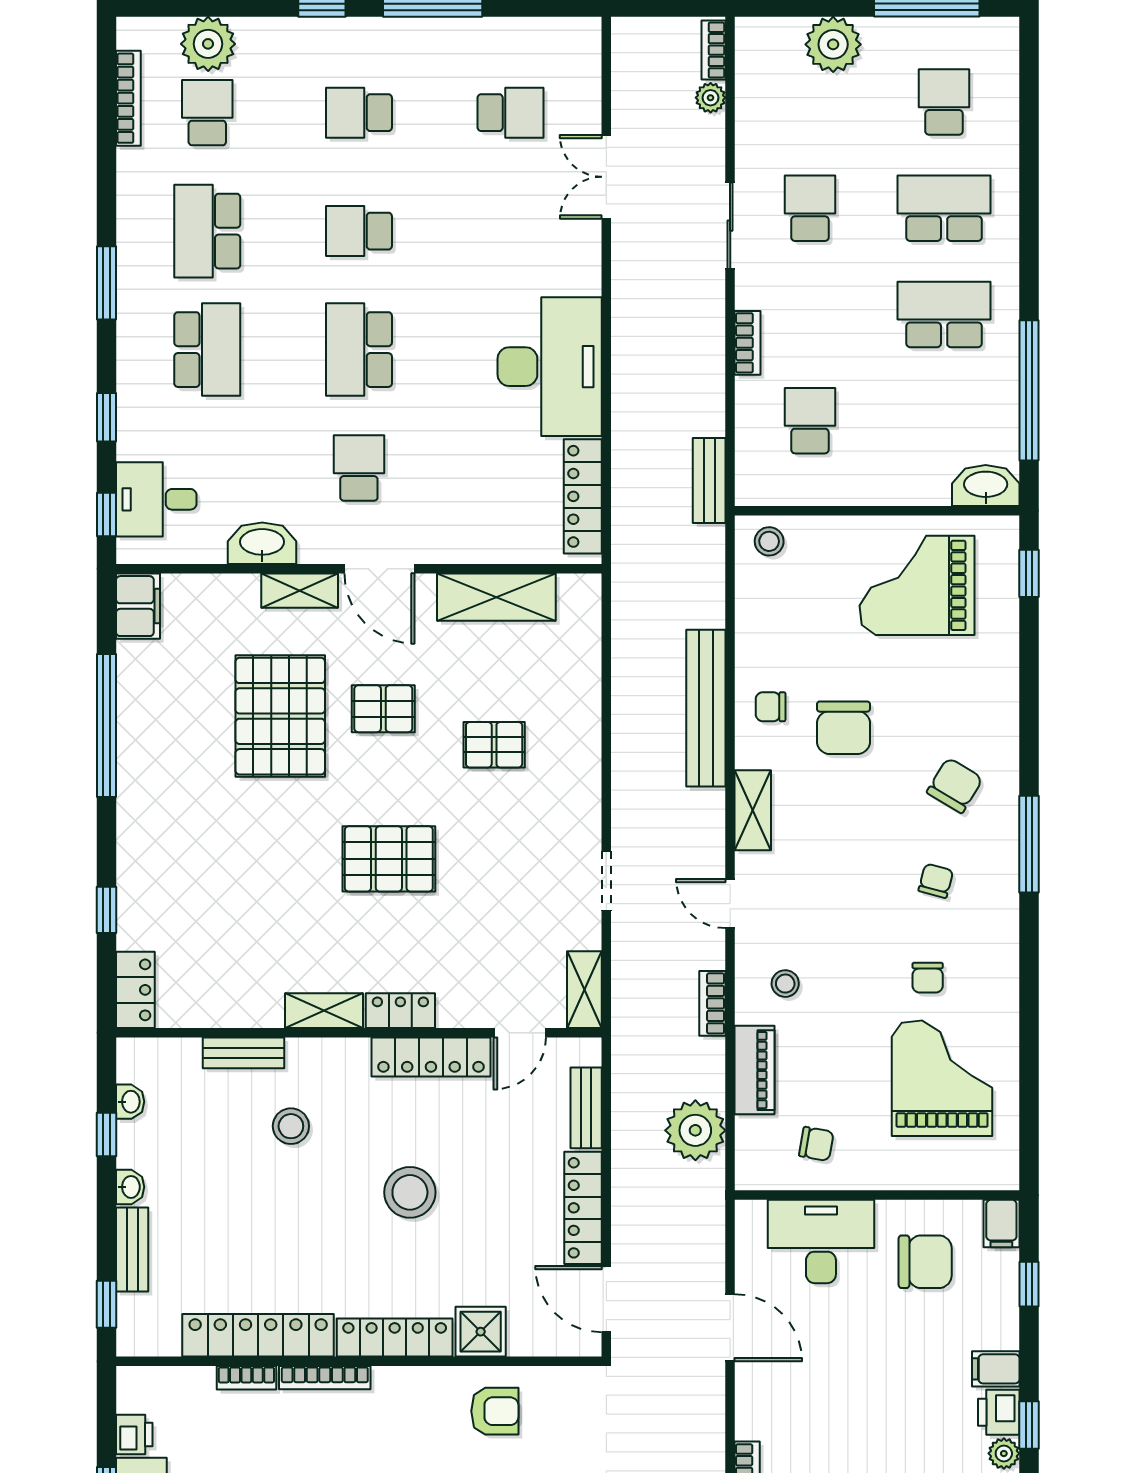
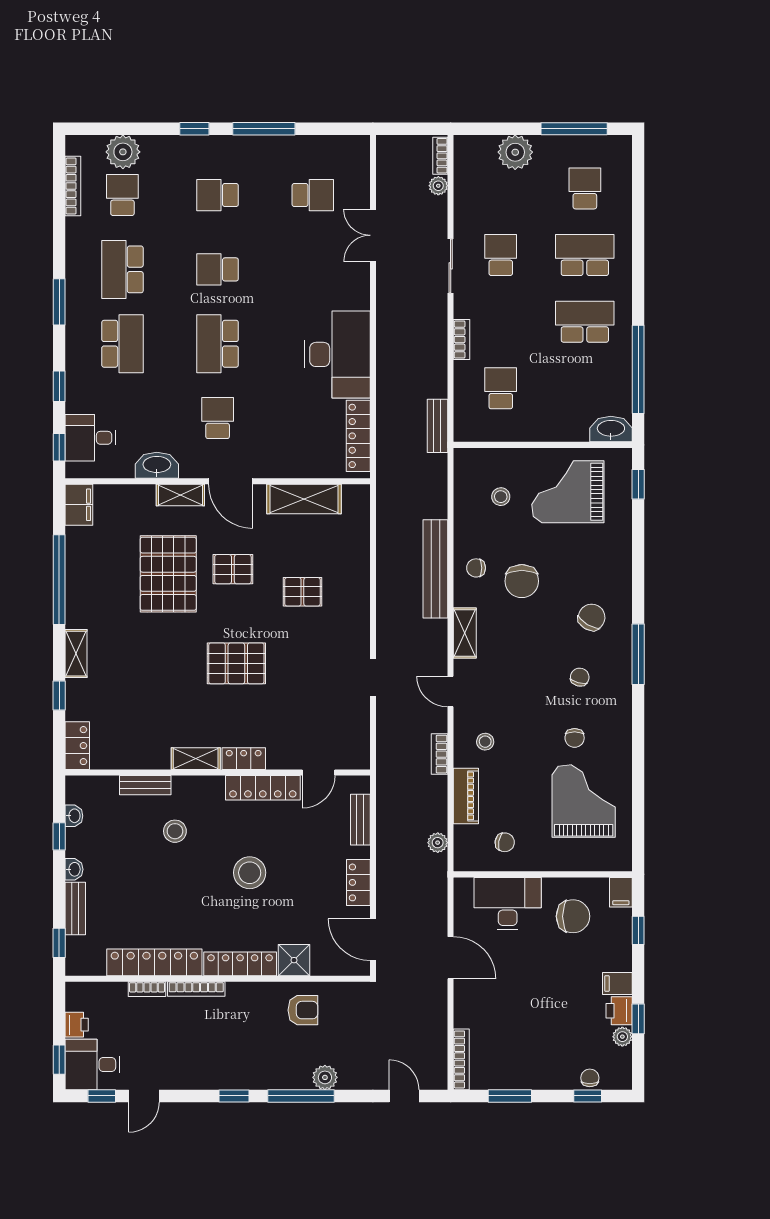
stool: (769, 541) -> (501, 497), moved
shelving: (584, 990) -> (76, 654), moved
plant: (695, 1130) -> (438, 843), width x0.53, depth x0.53
locker: (583, 1208) -> (358, 882), width x0.66

